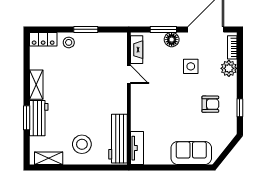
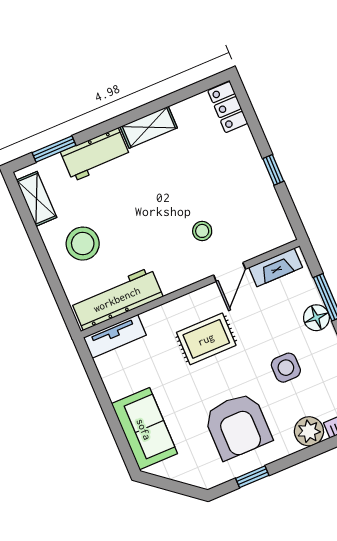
window: (86, 29) -> (273, 170), width x0.67
stool: (69, 42) -> (202, 231), moved
rug: (158, 101) -> (206, 339), added
armchair: (210, 104) -> (238, 426), width x1.88, depth x1.88
window: (27, 118) -> (54, 149), moved

